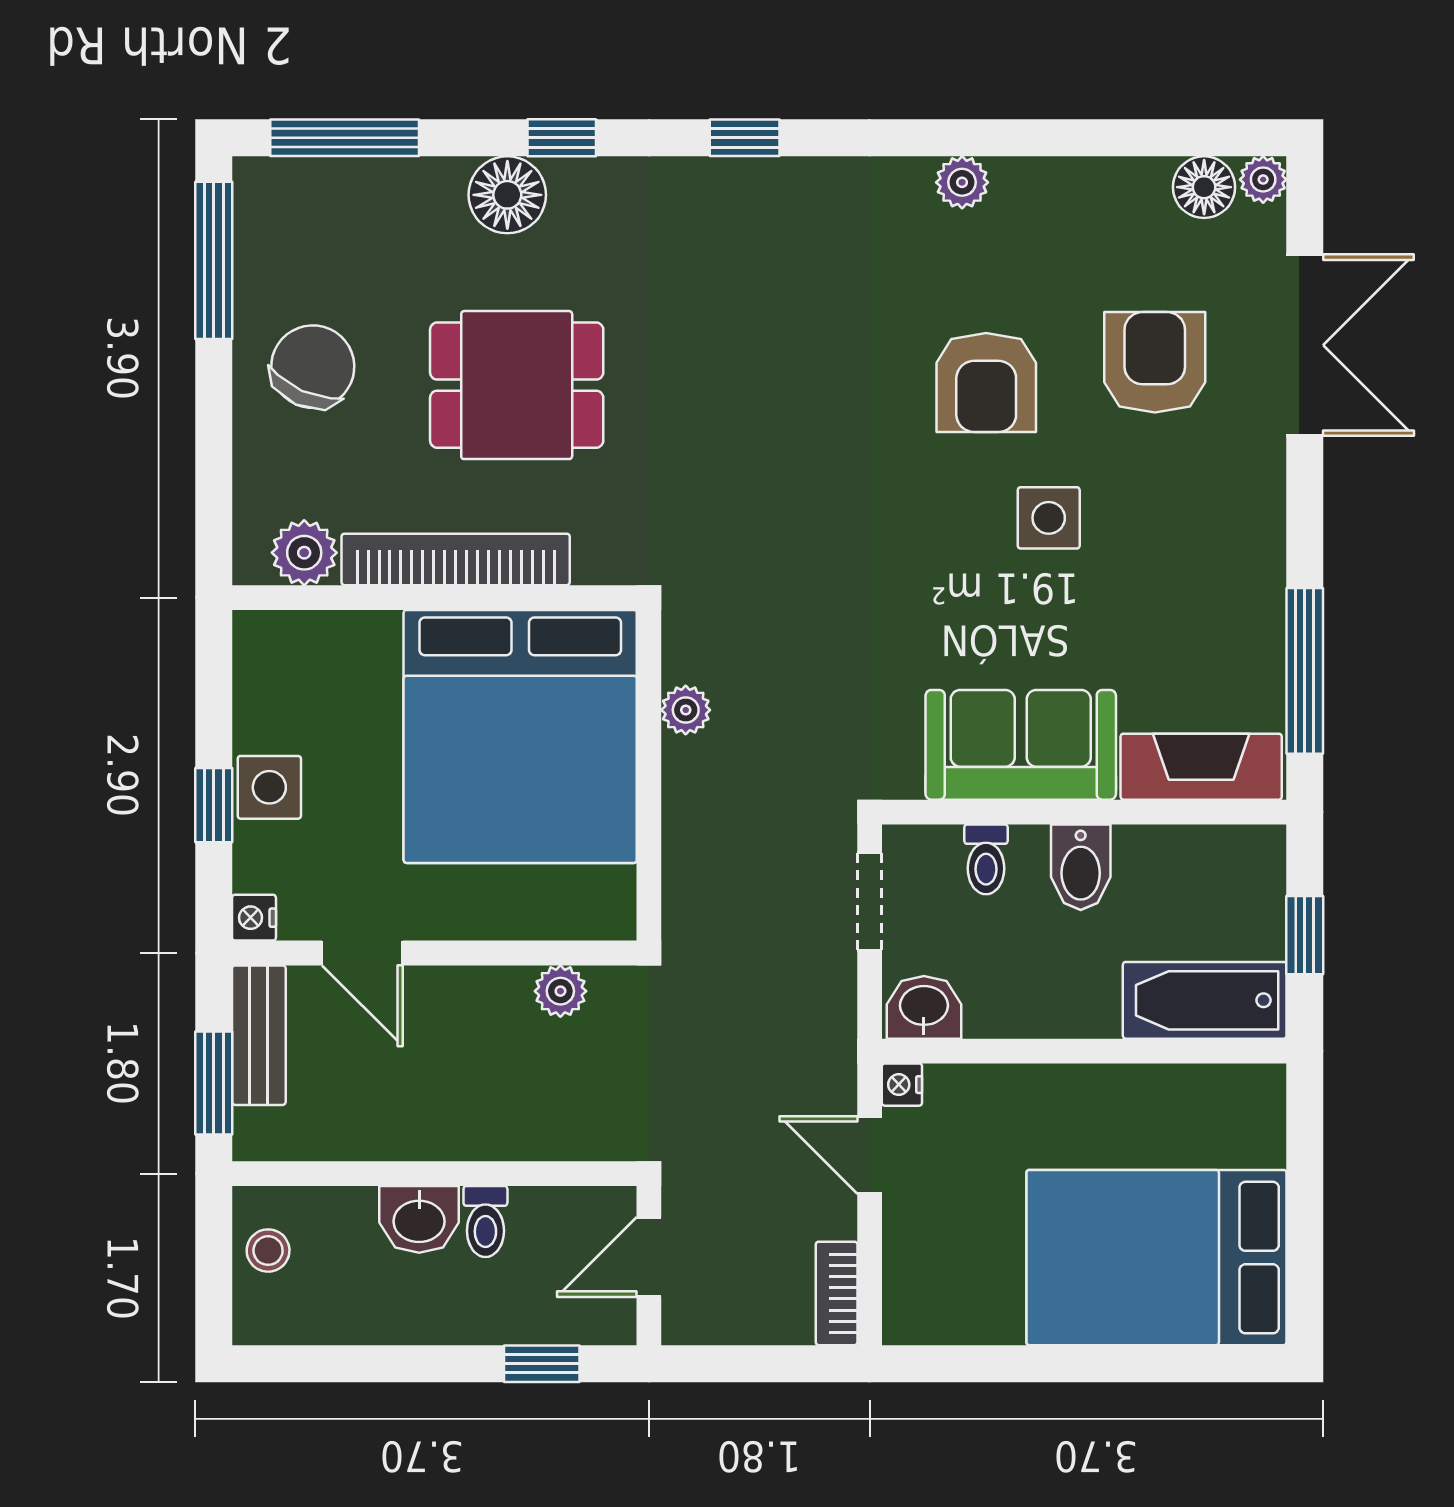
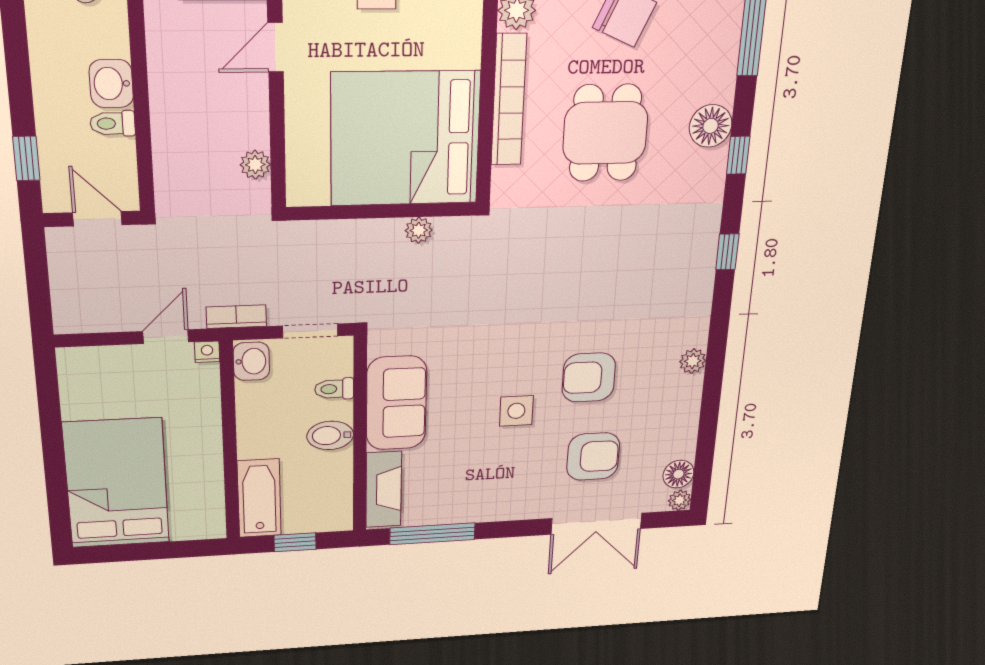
bookcase: (837, 1293) -> (236, 317), moved

